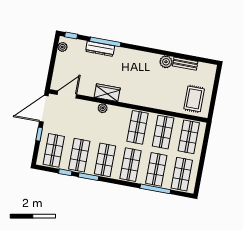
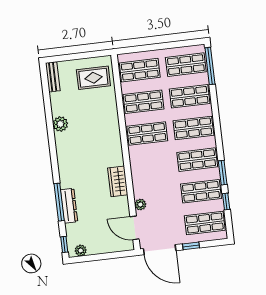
bench: (185, 64) -> (53, 77), moved
plant: (103, 108) -> (140, 205), moved
window: (155, 189) -> (210, 66), moved

